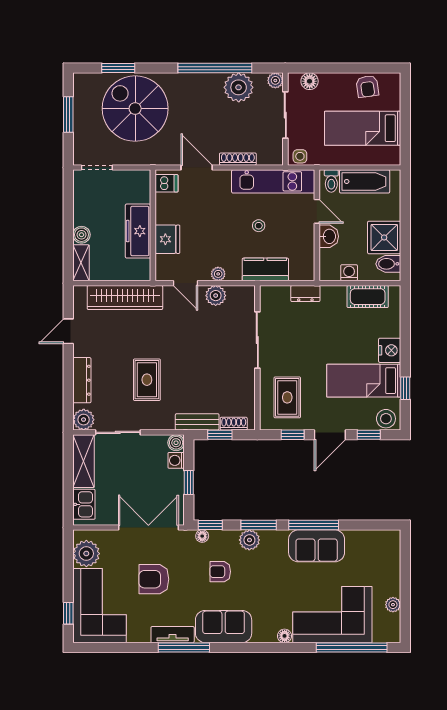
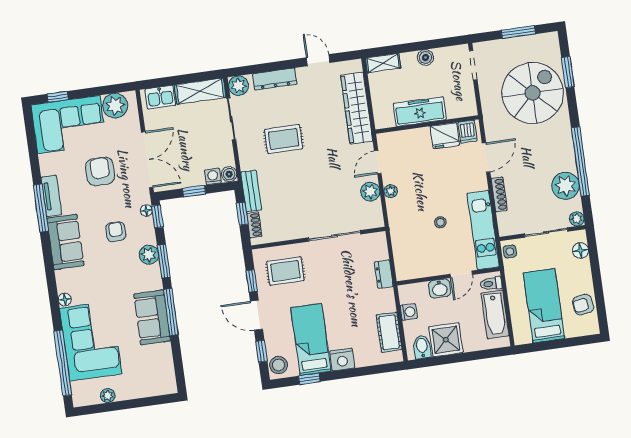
boiler: (81, 235) -> (426, 57), moved
fridge: (167, 239) -> (445, 136), moved
kitchen counter: (265, 269) -> (401, 234), removed

